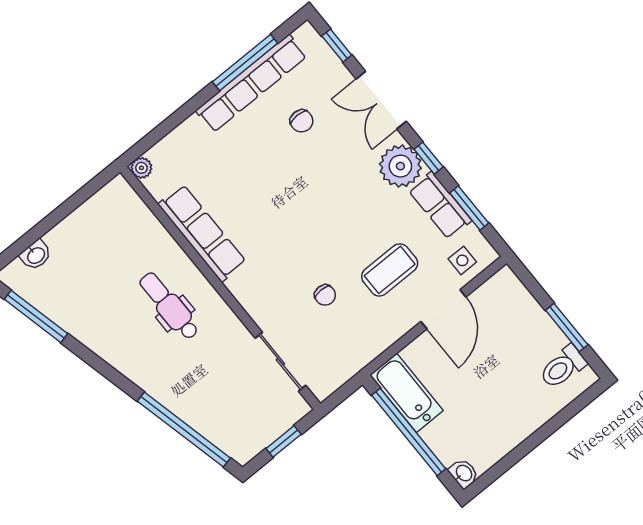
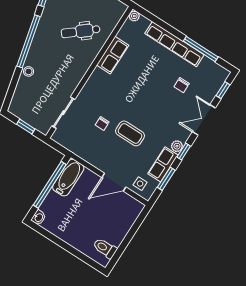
row of seats: (251, 83) -> (174, 44), moved
plant: (400, 166) -> (177, 146), width x0.53, depth x0.53
row of seats: (202, 233) -> (113, 55), width x0.68
coffee table: (390, 270) -> (130, 133), moved
dental chair: (169, 306) -> (81, 31), moved, turned -130
window: (567, 328) -> (124, 244), removed
stool: (181, 402) -> (29, 71), added
window: (184, 430) -> (28, 41), moved

